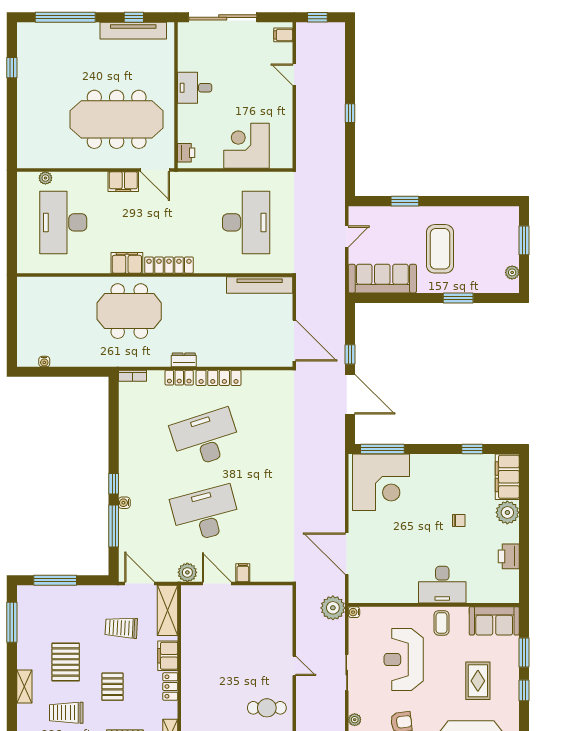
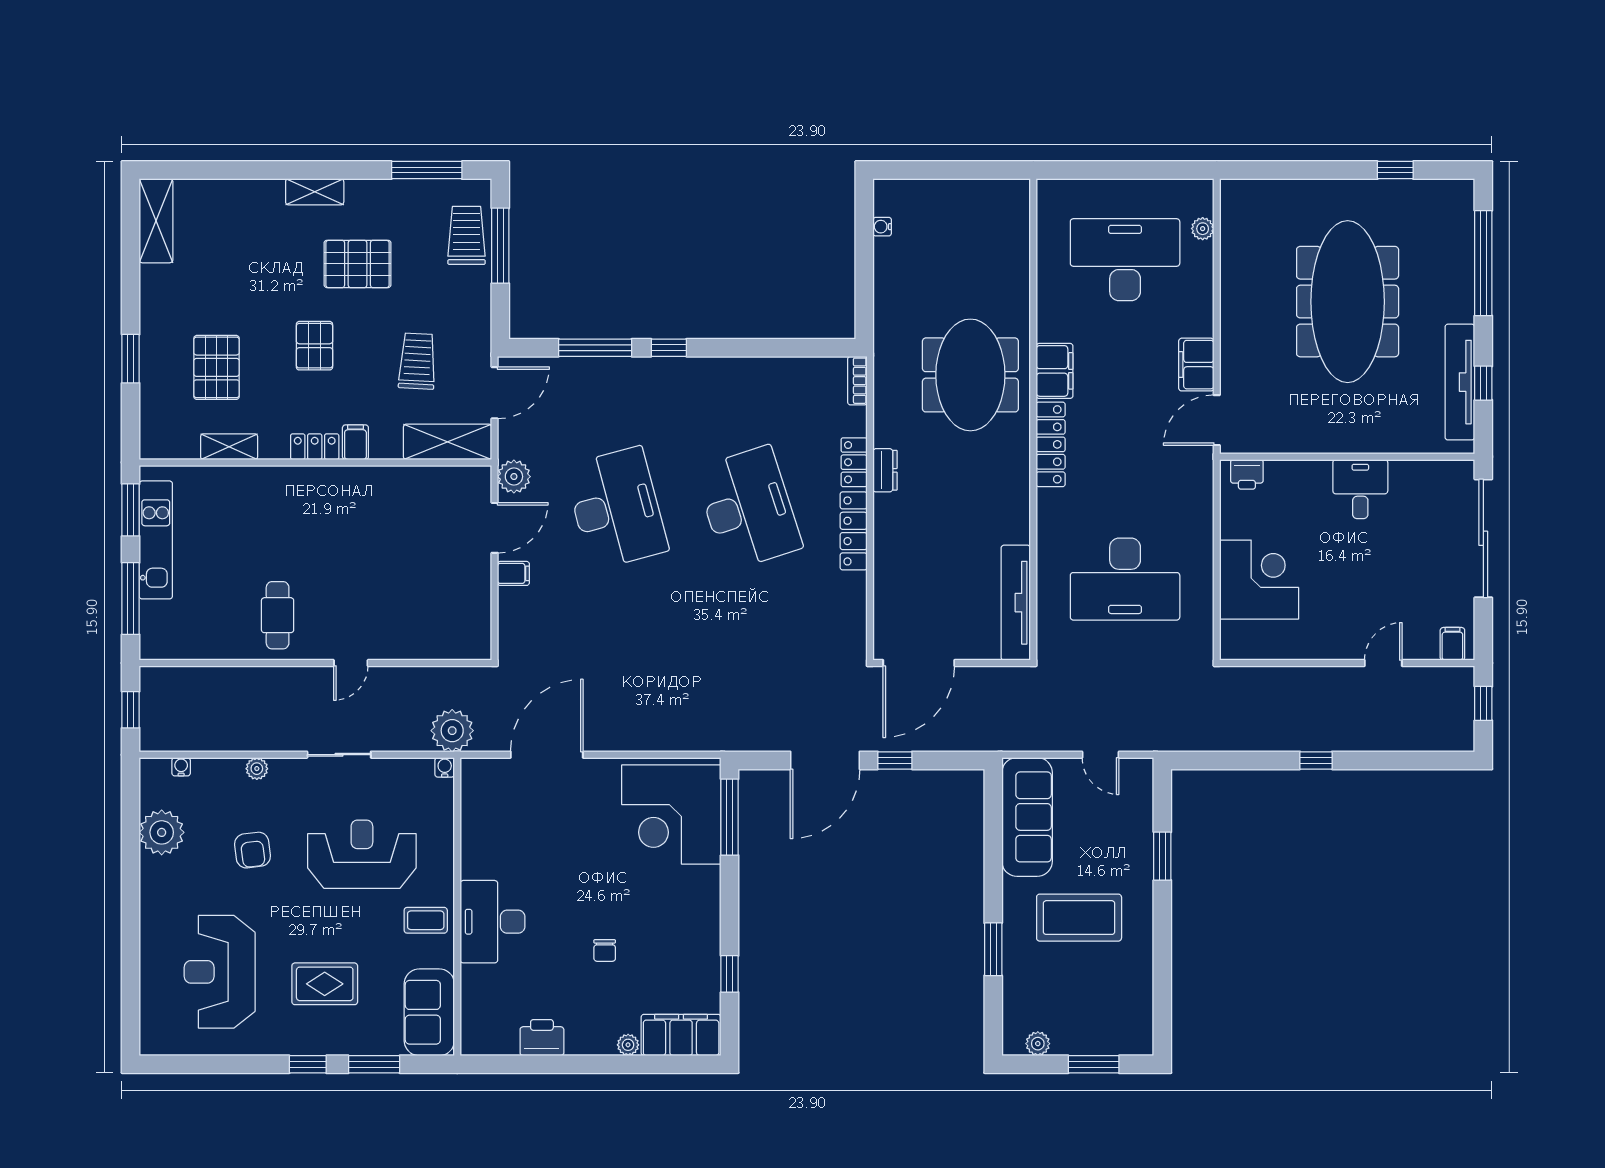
meeting table: (117, 119) -> (1348, 302), moved
water cooler: (124, 503) -> (636, 366), removed
plant: (507, 512) -> (628, 1045), width x0.53, depth x0.53
filing cabinet: (168, 656) -> (355, 442), width x0.50
pallet: (112, 687) -> (314, 346), turned 90
trolley: (66, 713) -> (467, 235), moved

